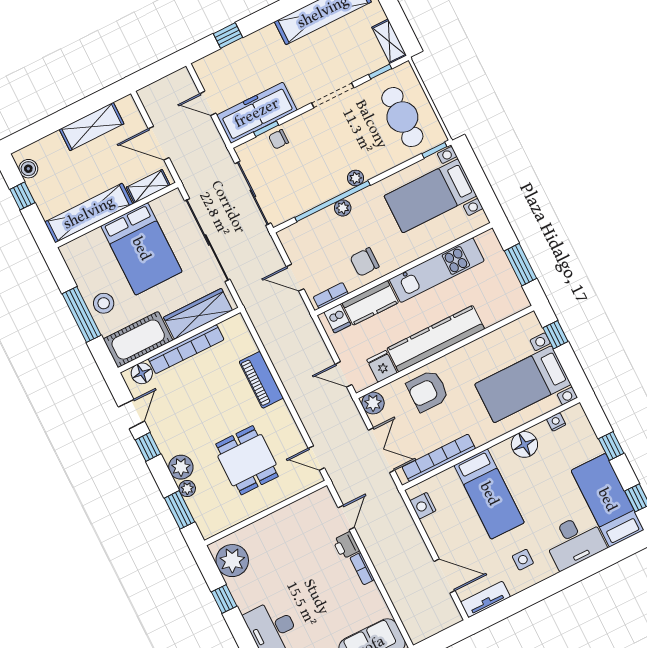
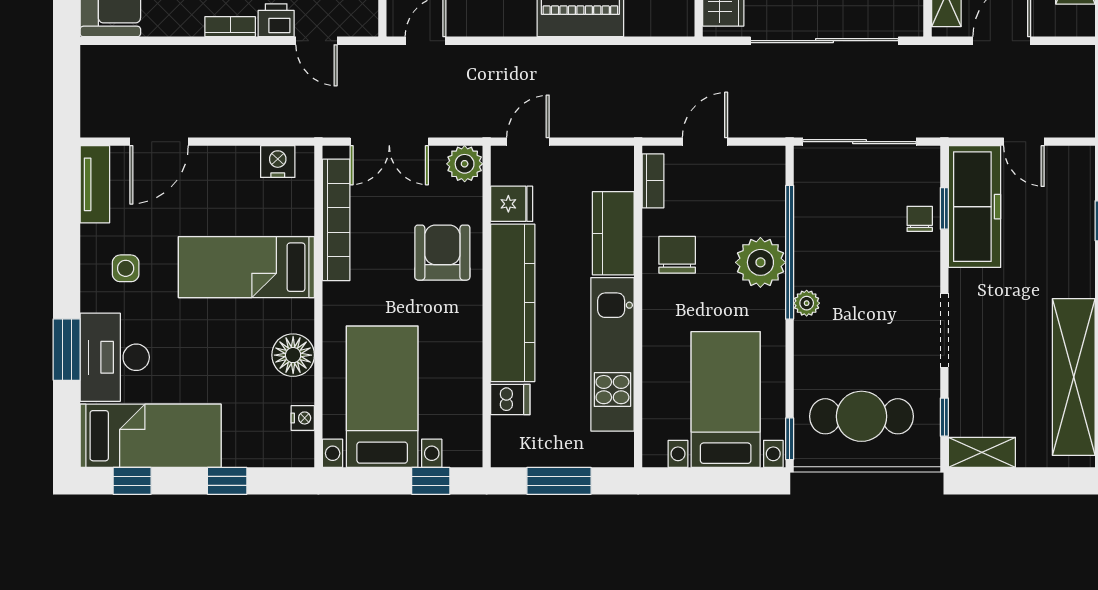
door: (208, 103) -> (1024, 142), swing flipped
plant: (343, 208) -> (760, 262), width x1.88, depth x1.88
dishwasher: (337, 318) -> (510, 399), moved, turned 180
window: (583, 570) -> (67, 350), added

